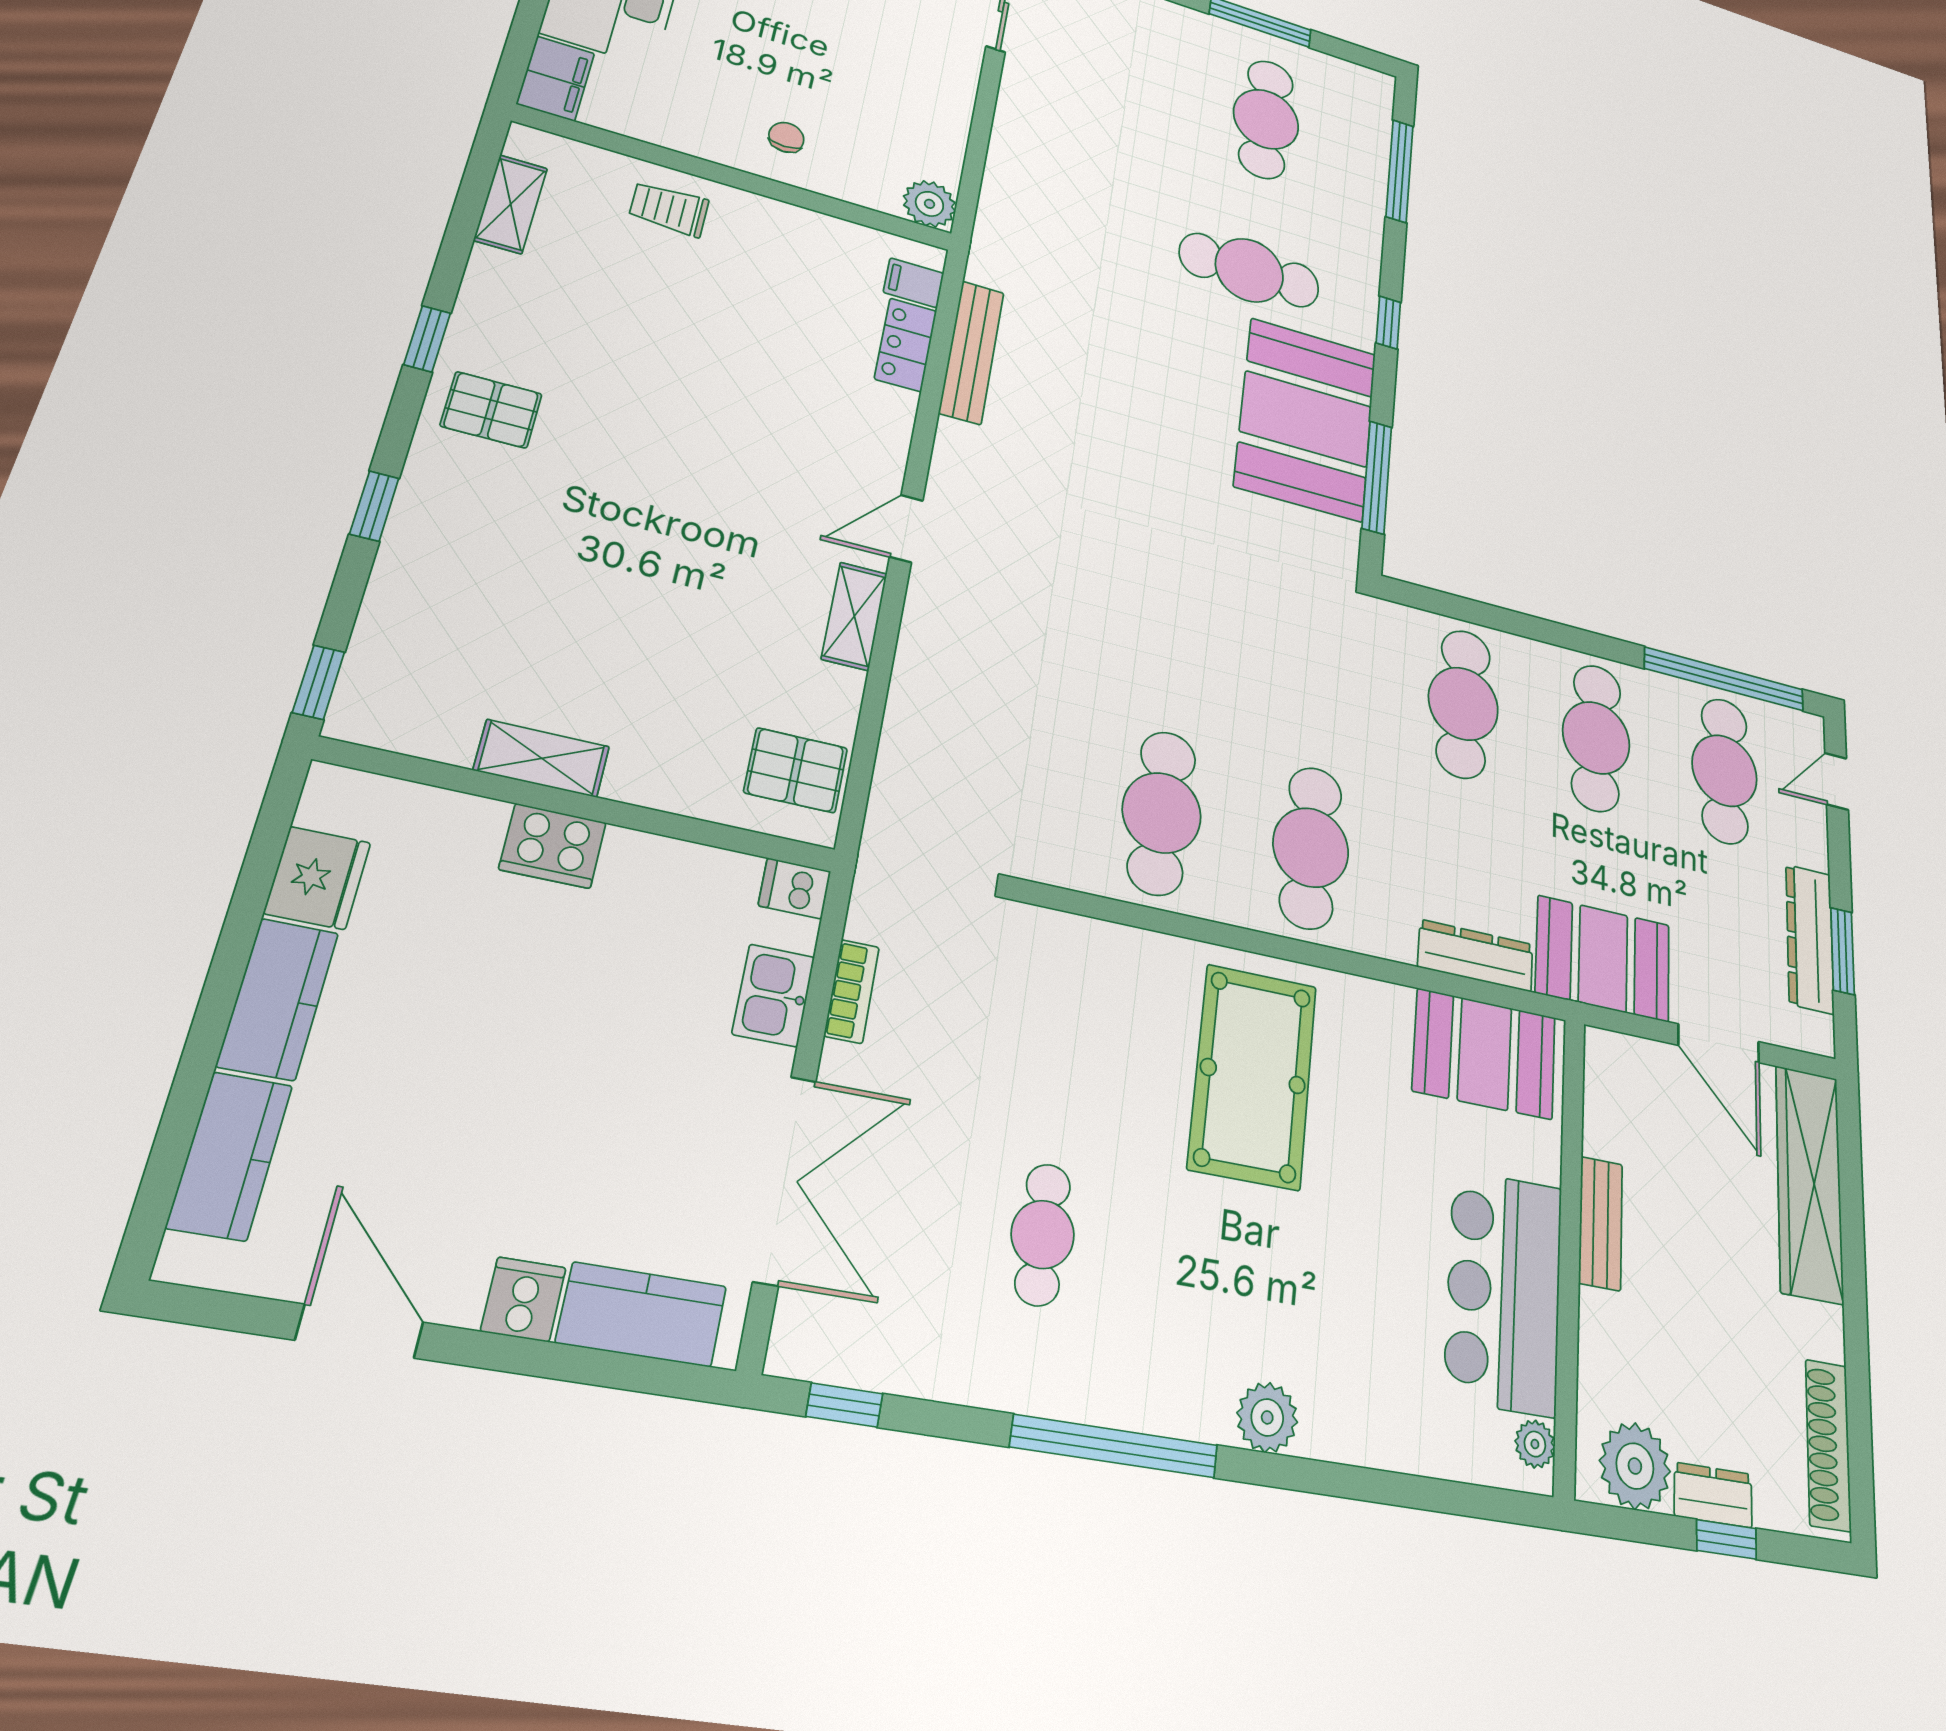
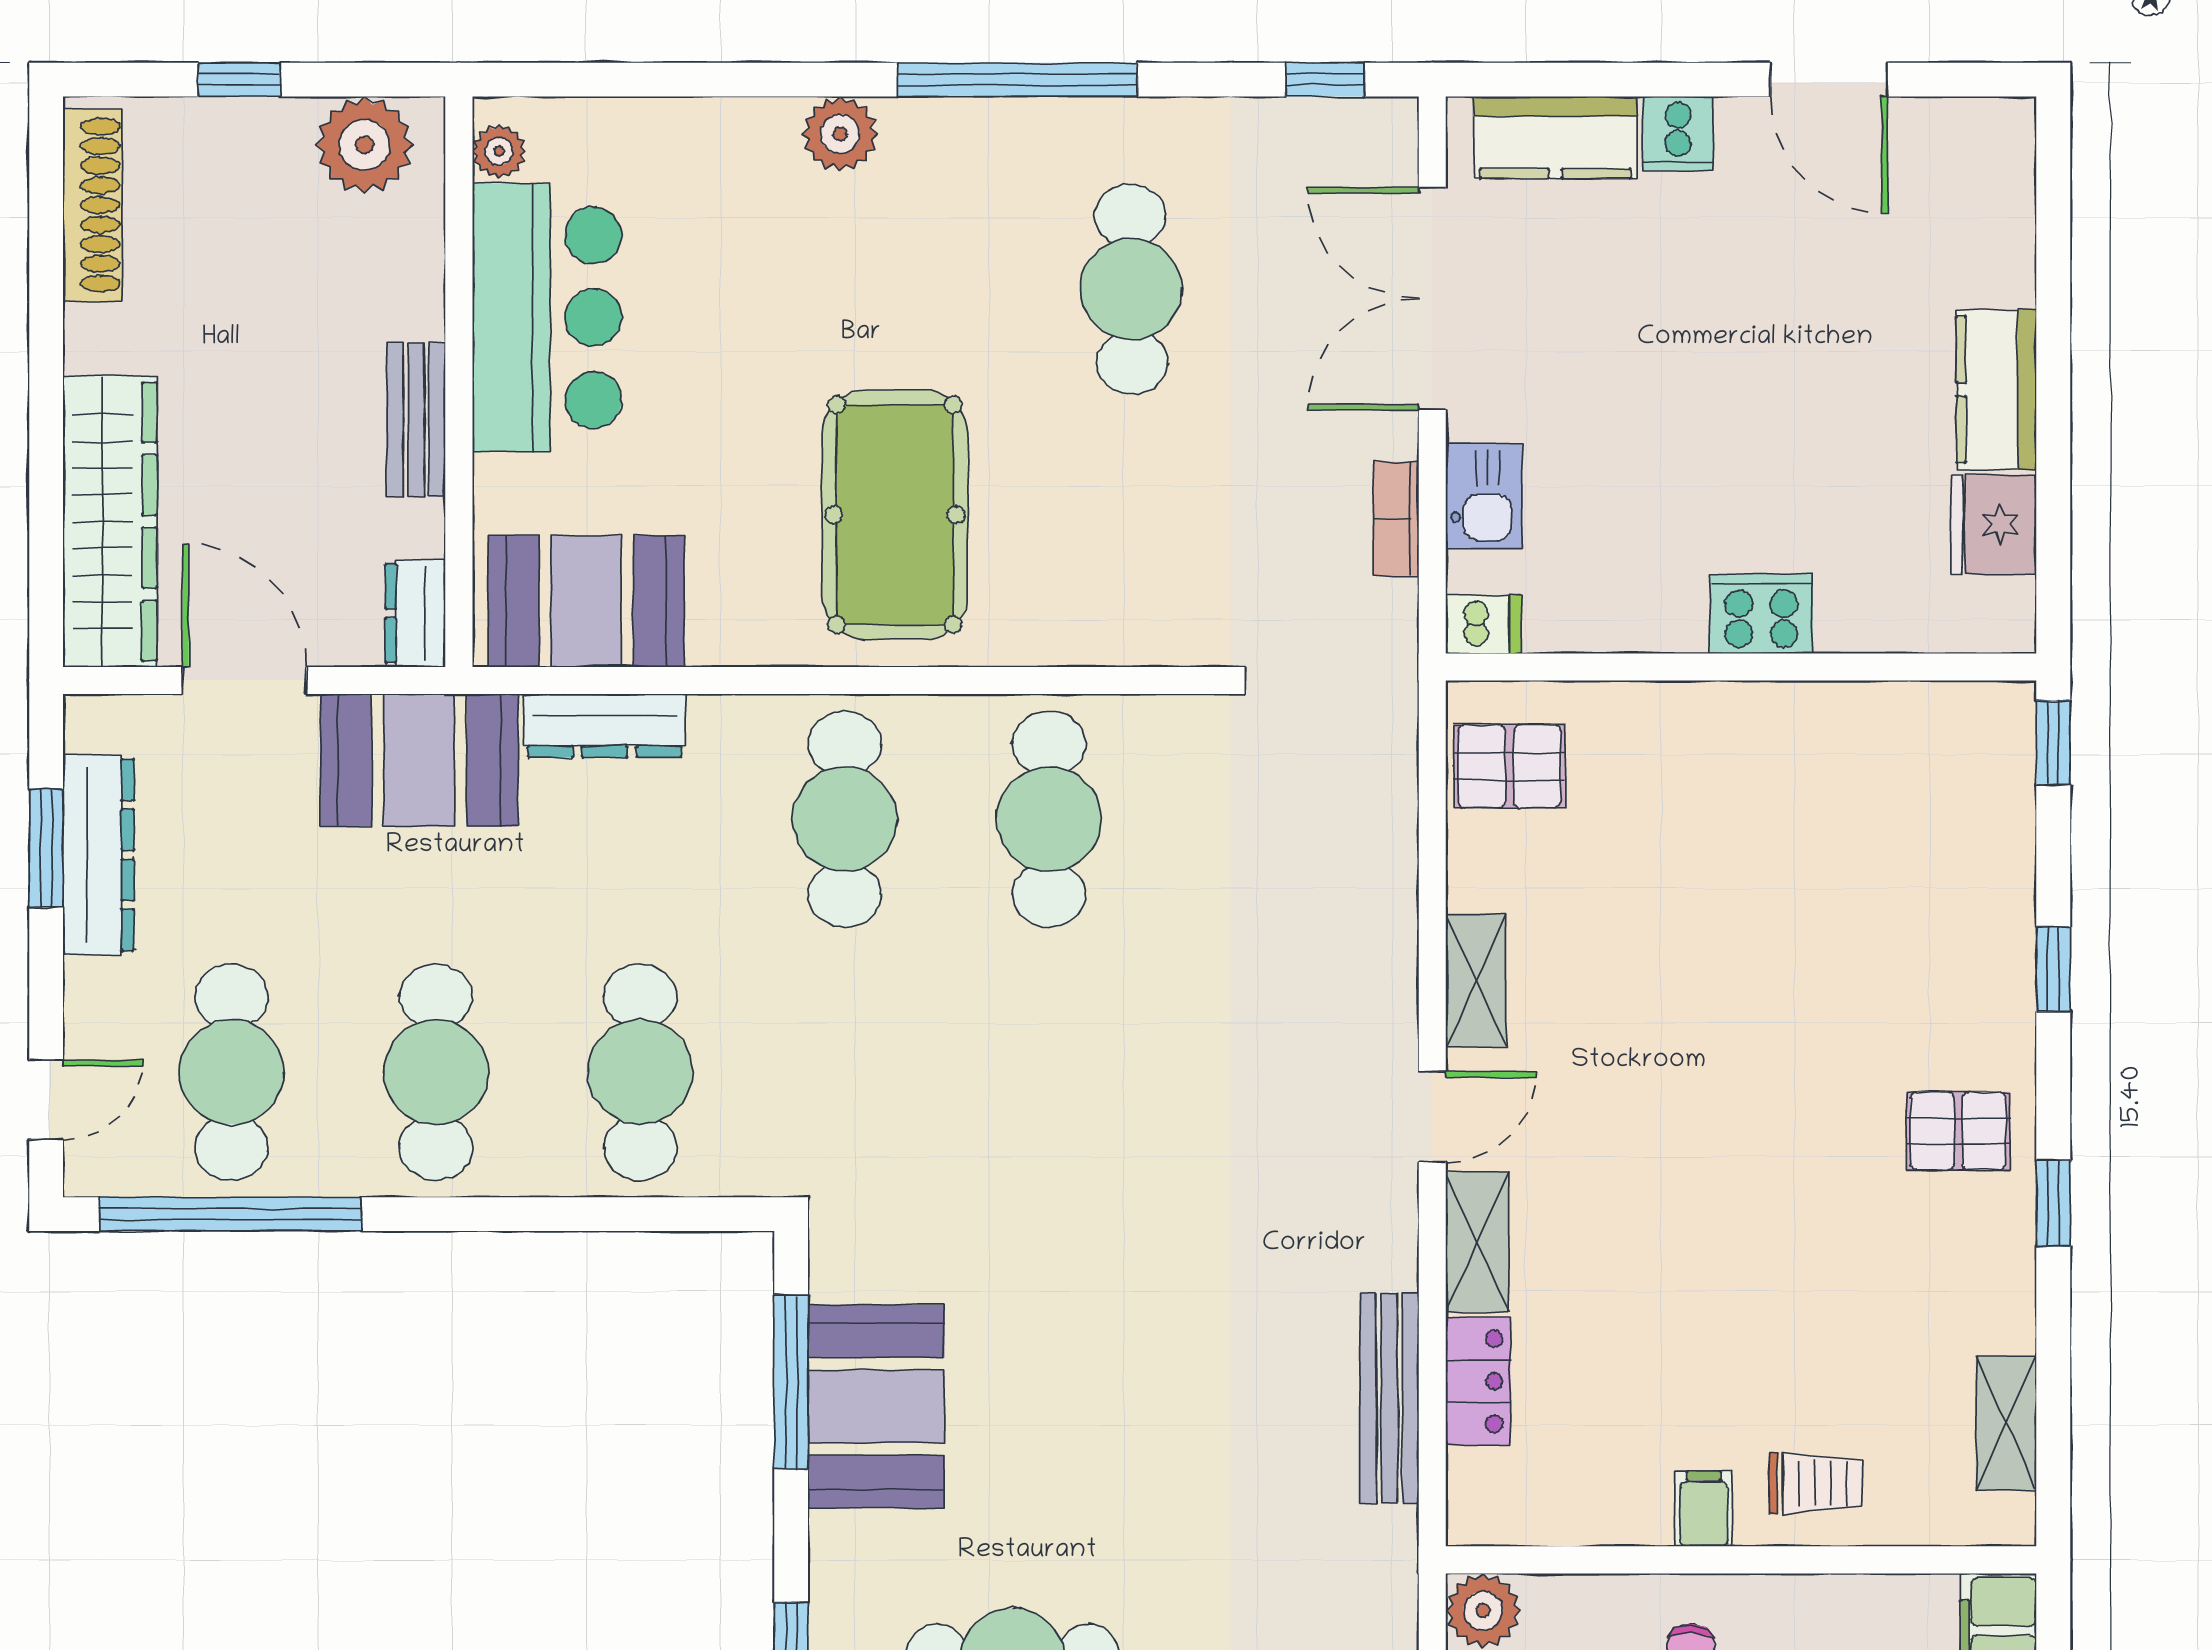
filing cabinet: (914, 283) -> (1704, 1509), moved, turned -90
booth: (1306, 419) -> (876, 1406), width x0.73, depth x0.70
shelving: (542, 758) -> (1477, 1242), moved, turned 90
kitchen counter: (230, 1156) -> (1997, 225), removed
cafe table: (1043, 1234) -> (1131, 289), width x1.37, depth x1.35
dresser: (1713, 1495) -> (415, 613), moved, turned 90

